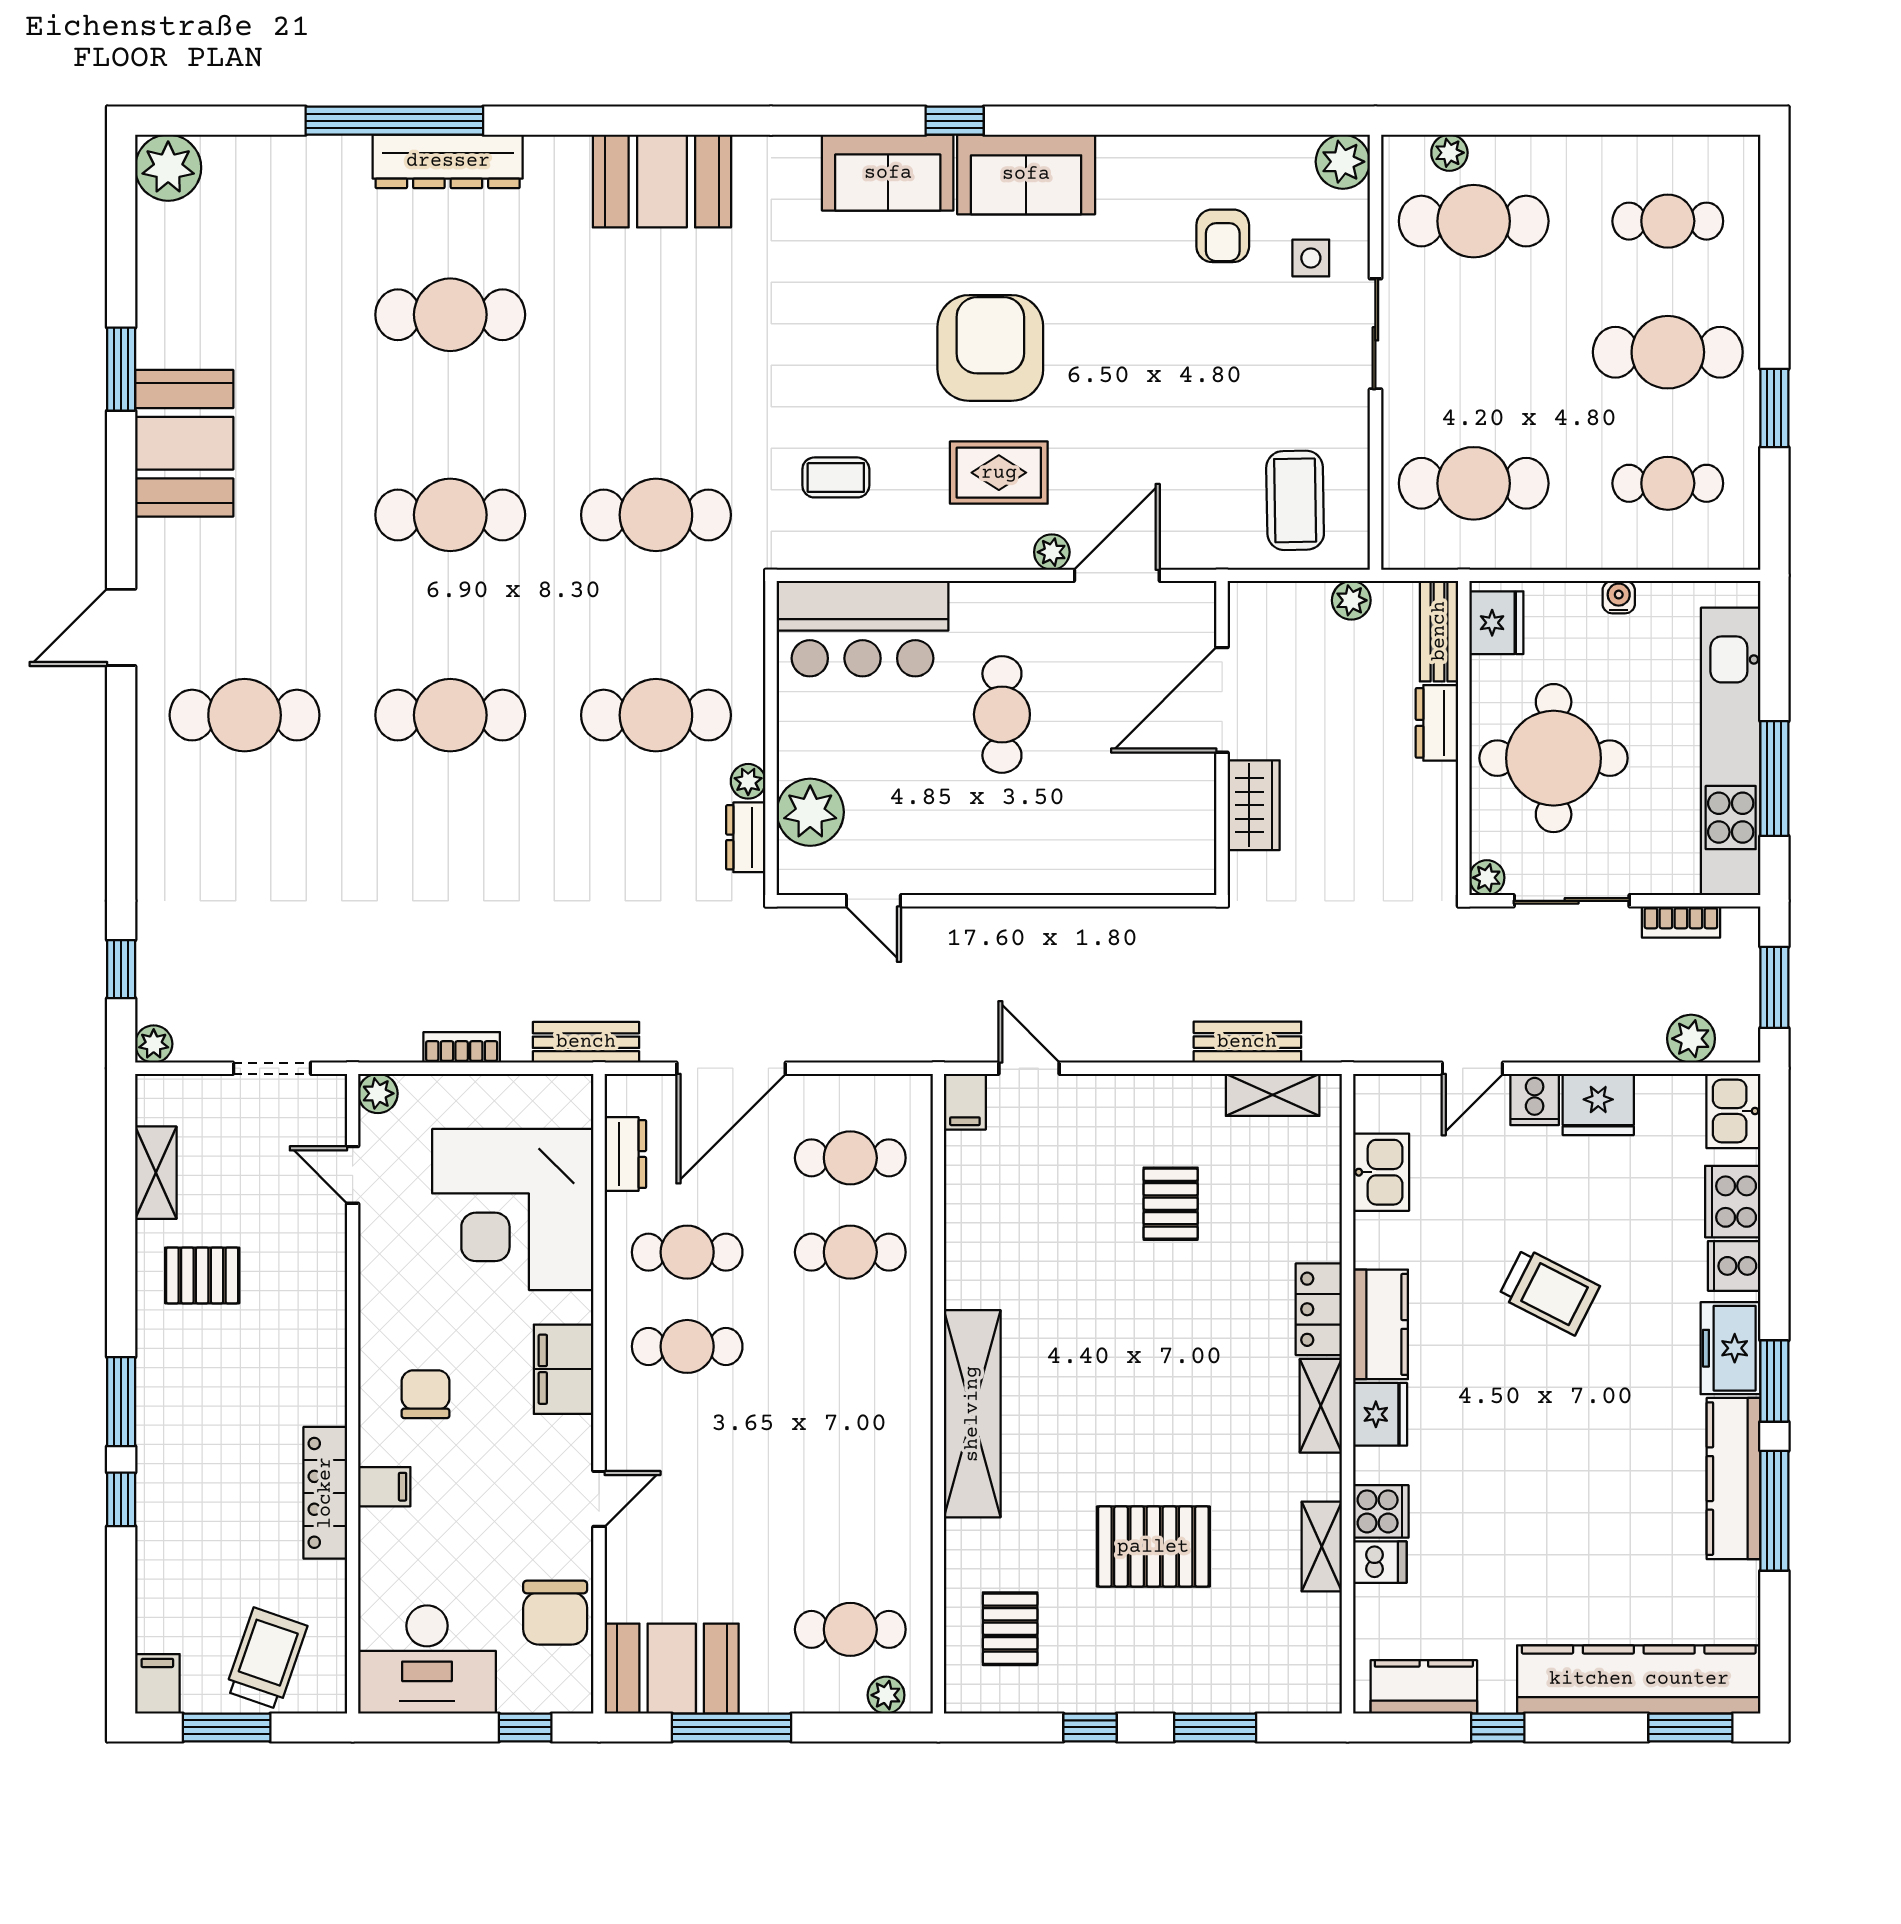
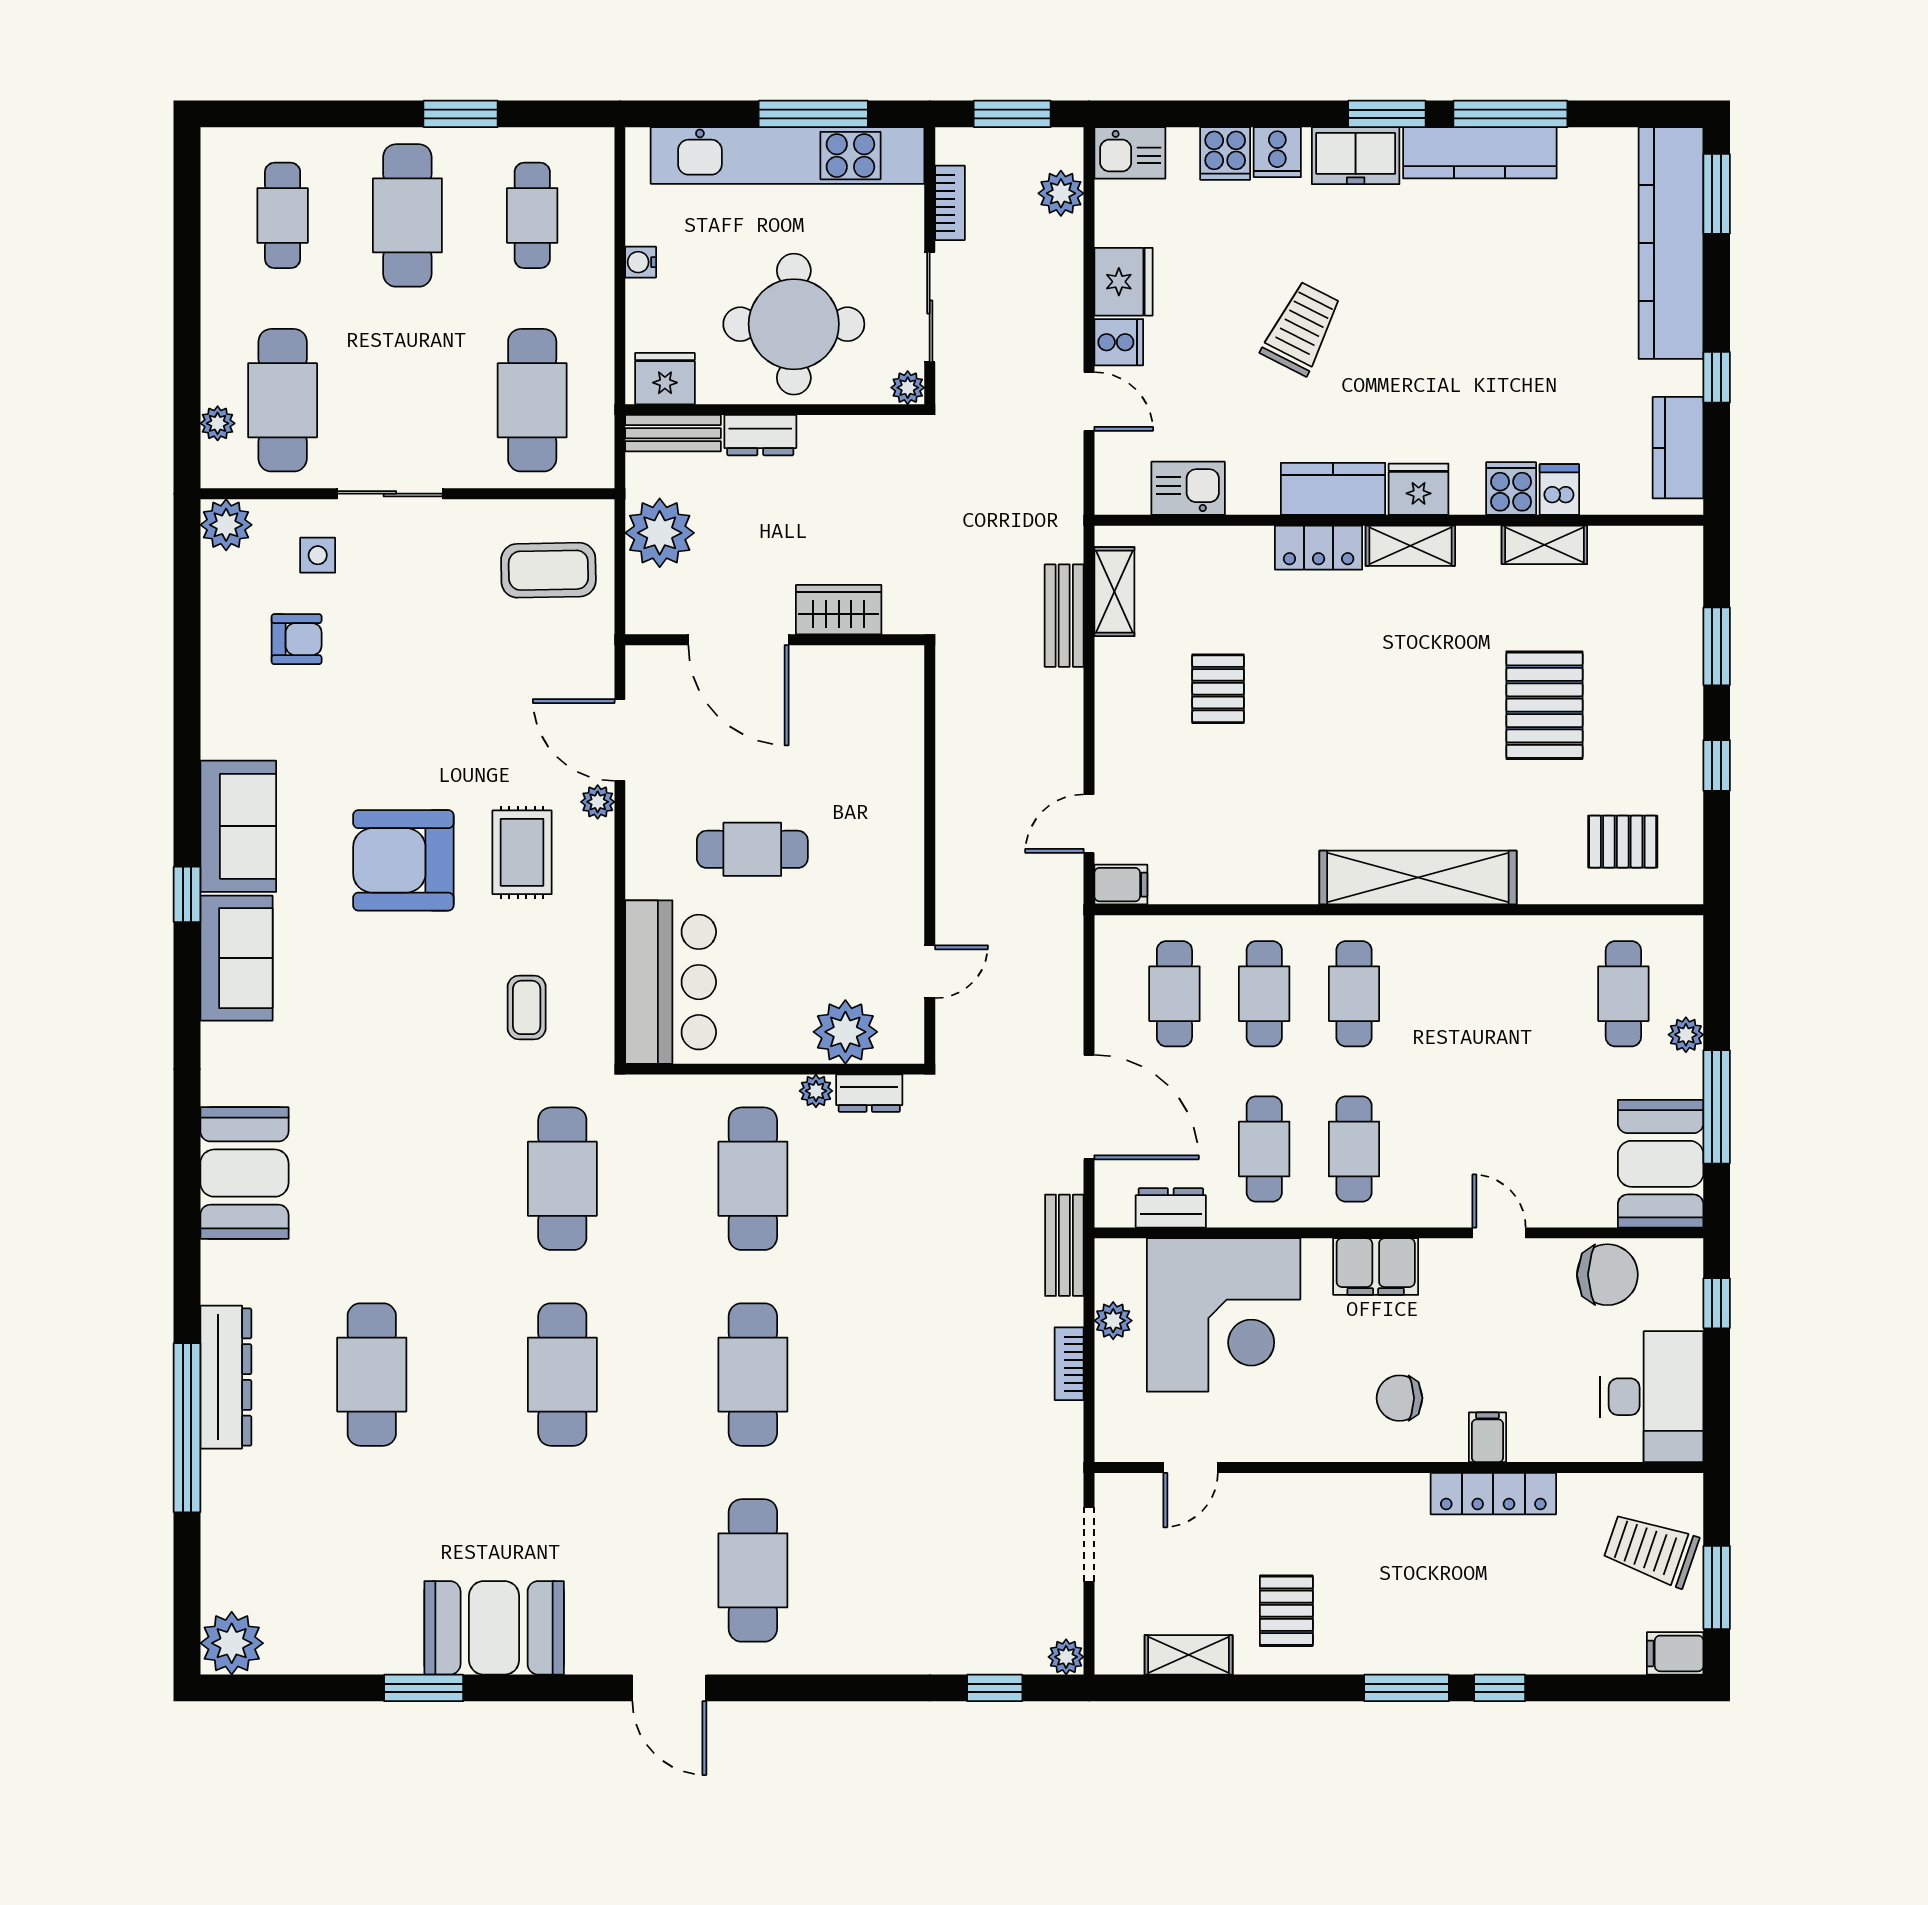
plant: (1351, 600) -> (660, 533), width x1.87, depth x1.87
plant: (378, 1093) -> (1113, 1321), moved
cooker: (1733, 1202) -> (1225, 154), width x0.73
pallet: (1171, 1204) -> (1218, 689), turned 90
cafe table: (850, 1346) -> (1354, 994), added
plant: (886, 1695) -> (1686, 1035), moved

